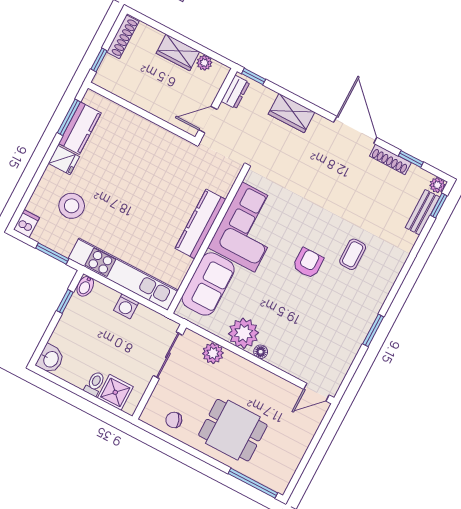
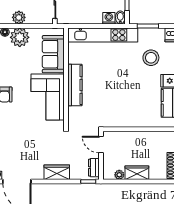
door: (208, 120) -> (101, 144), swing flipped
washing machine: (126, 306) -> (109, 18), moved
plant: (213, 353) -> (19, 17), moved

